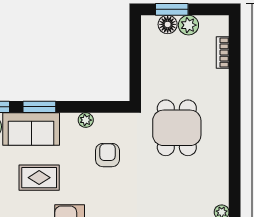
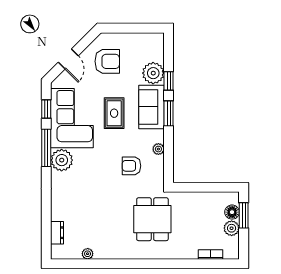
dining table: (177, 128) -> (152, 219), turned 90
armchair: (107, 155) -> (131, 166), turned 180

